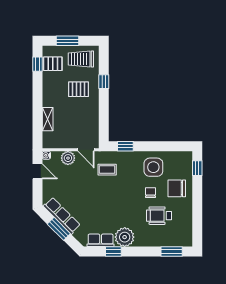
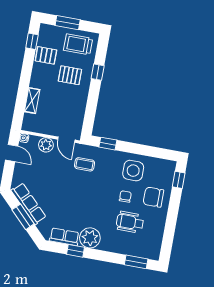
pallet: (53, 64) -> (46, 55), moved

